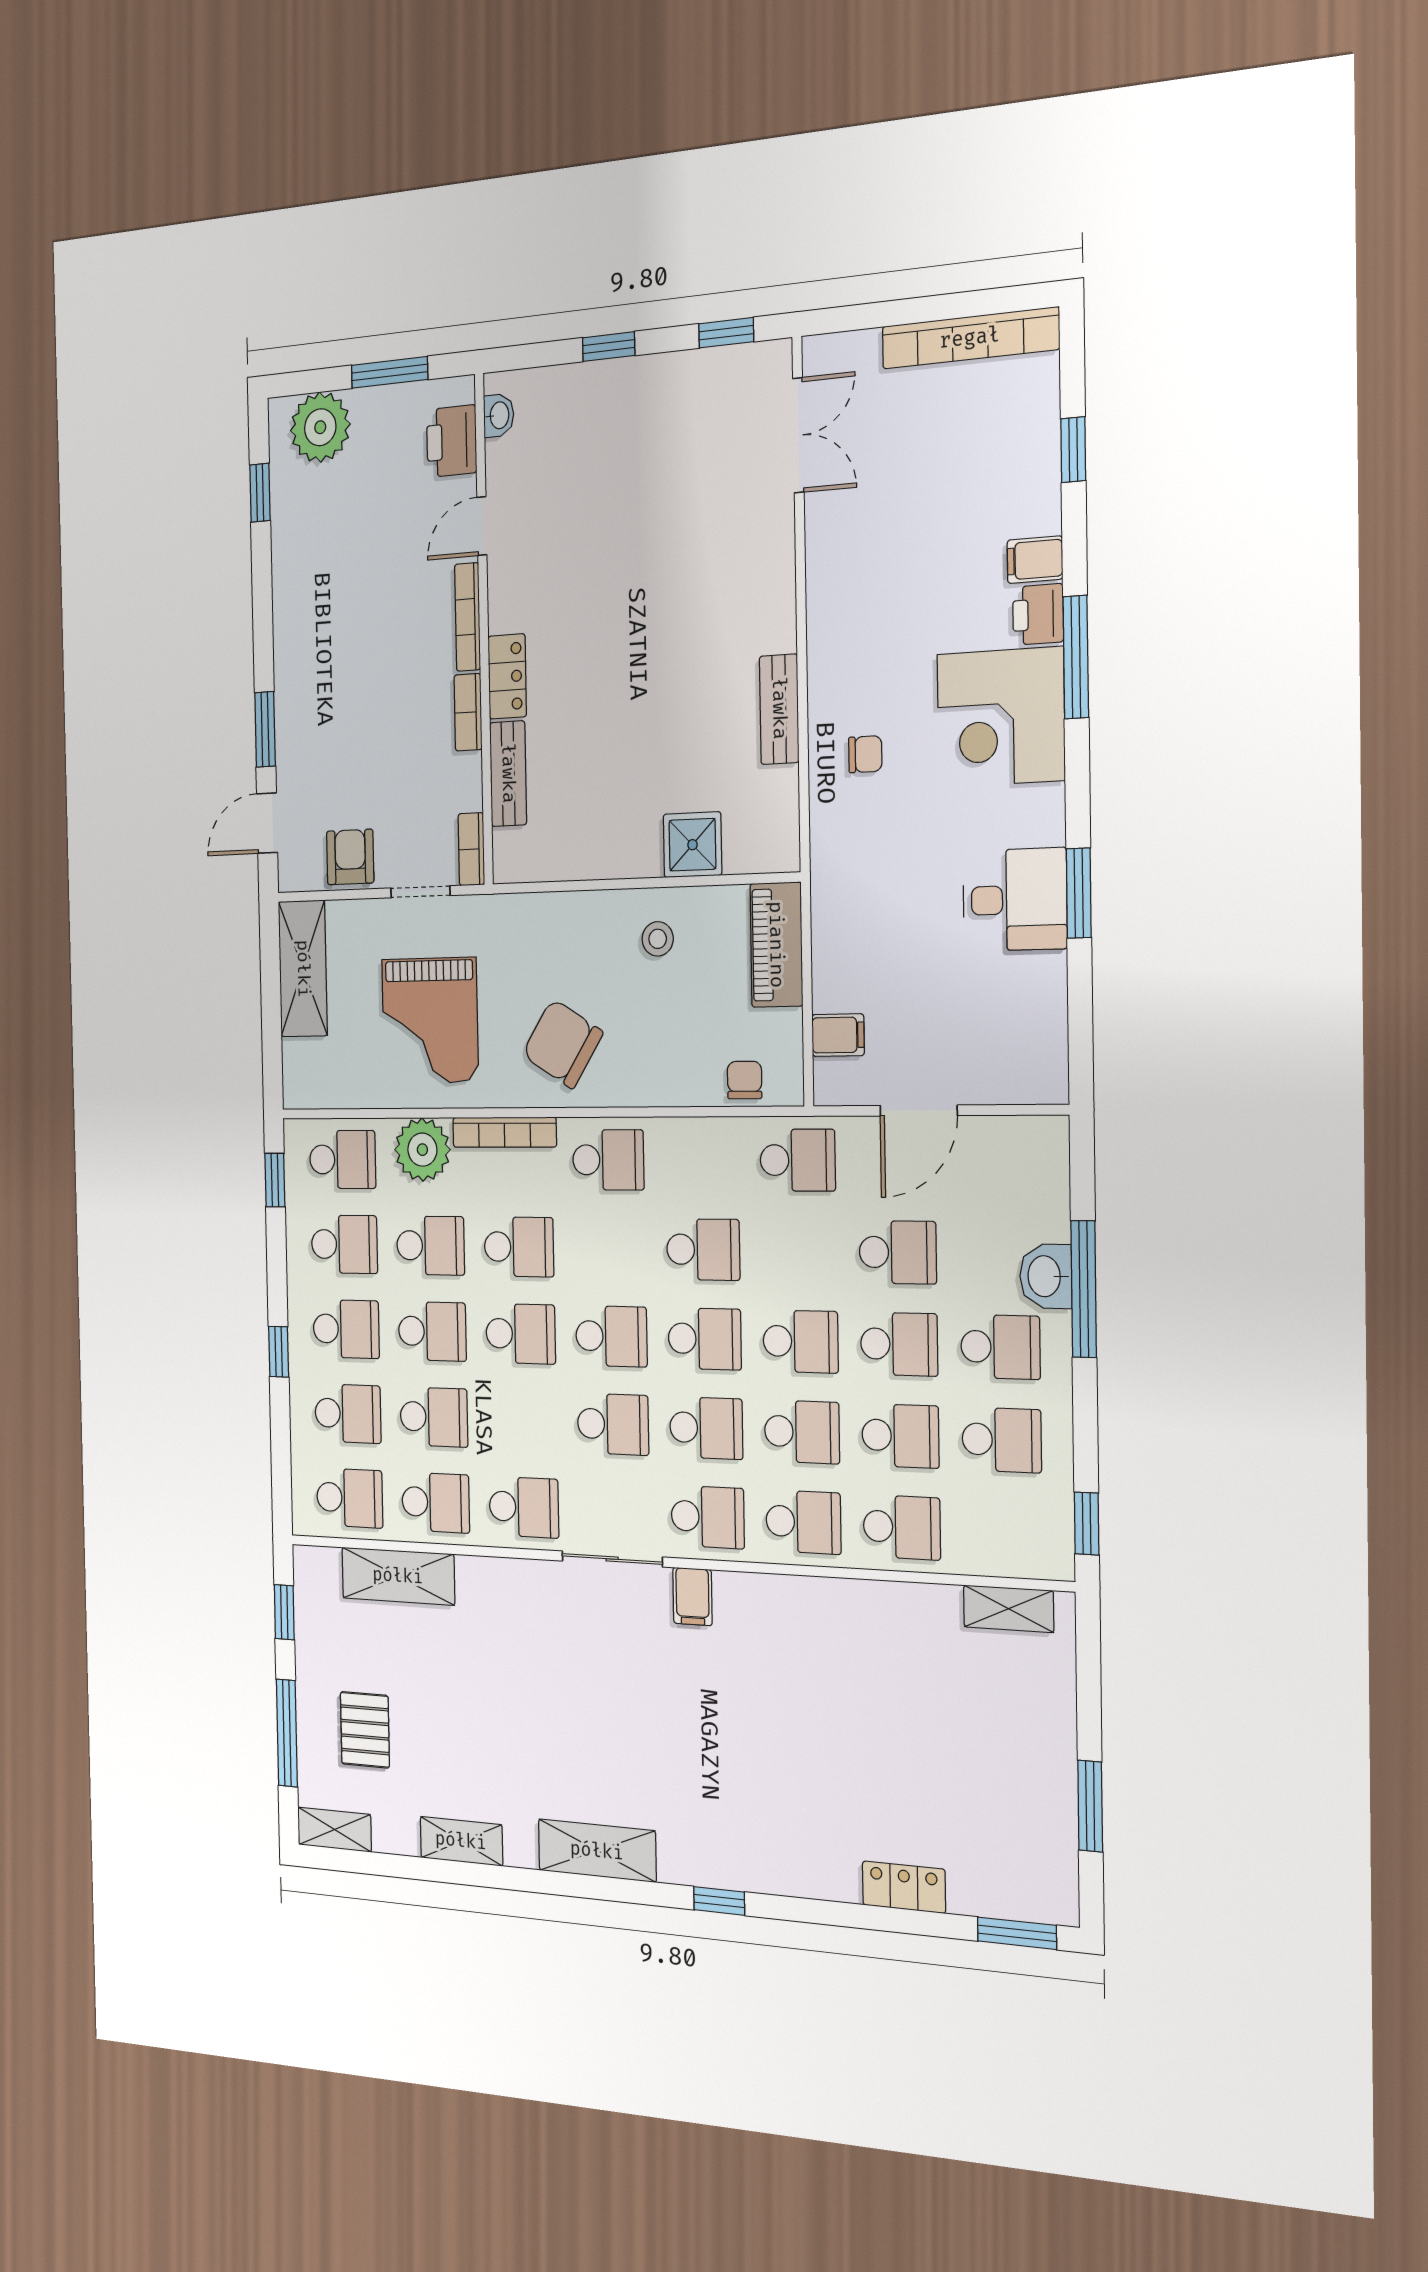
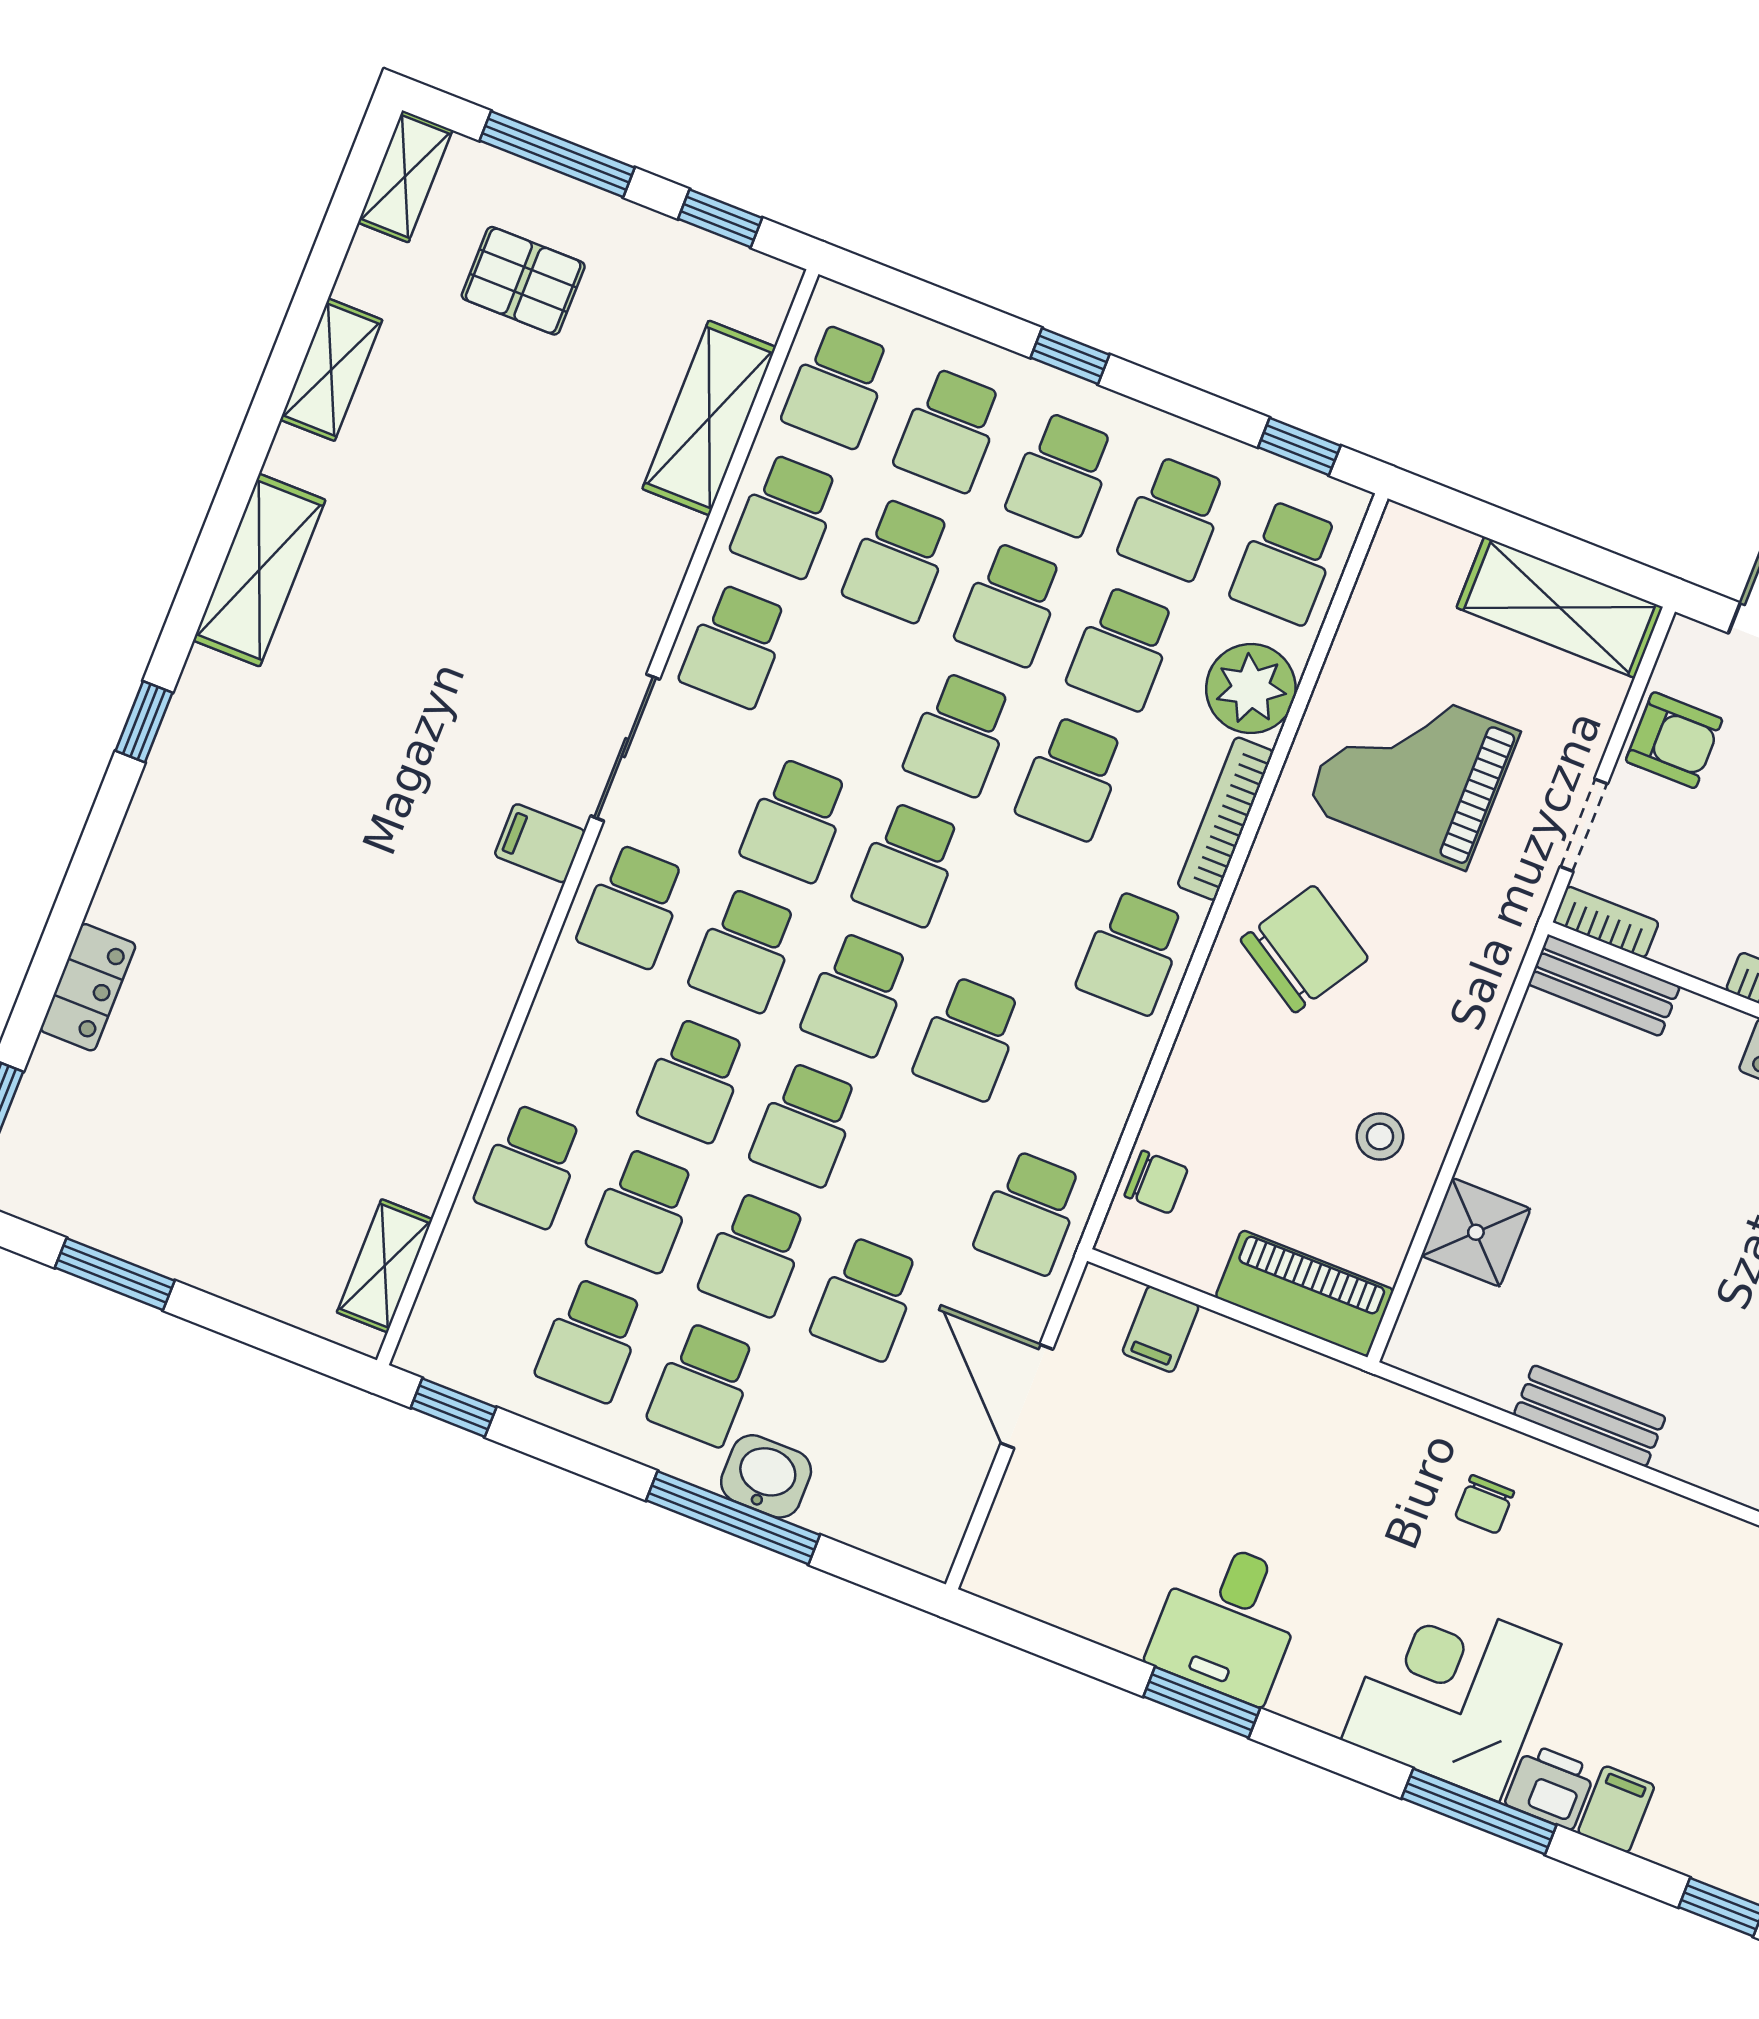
bench: (508, 774) -> (1604, 985), moved
school desk: (803, 1522) -> (581, 1036), removed

